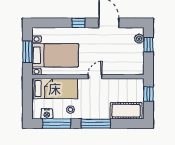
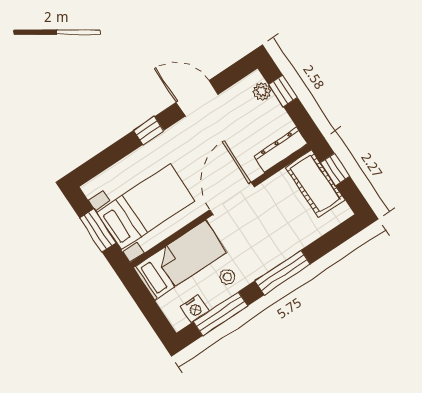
dresser: (130, 70) -> (281, 150), added
door: (95, 77) -> (232, 198), width x1.87
cot: (126, 111) -> (315, 184), moved, turned 90

